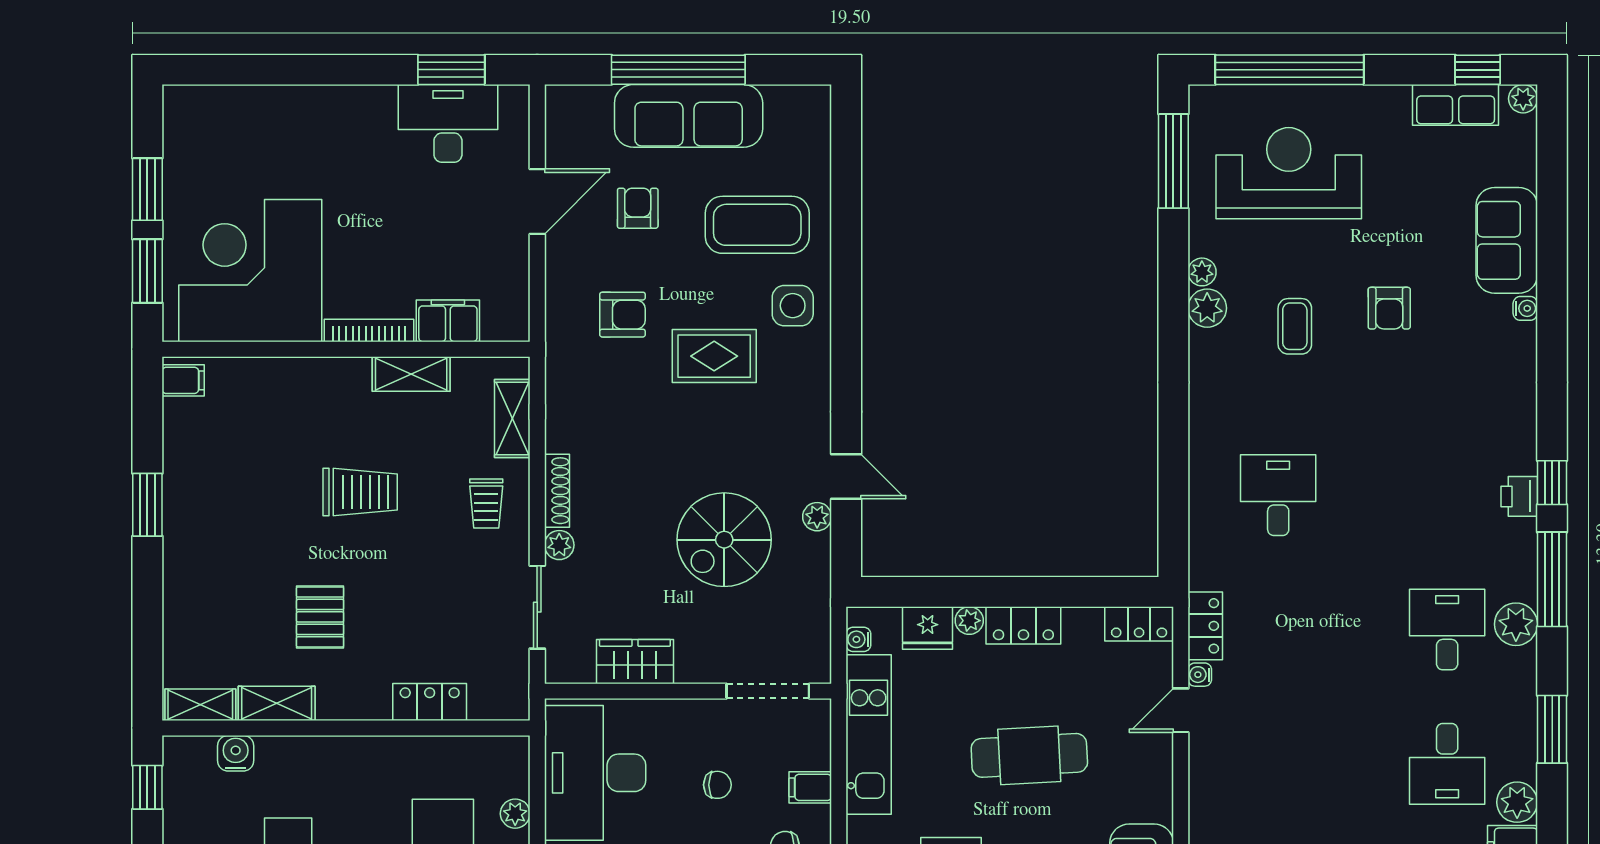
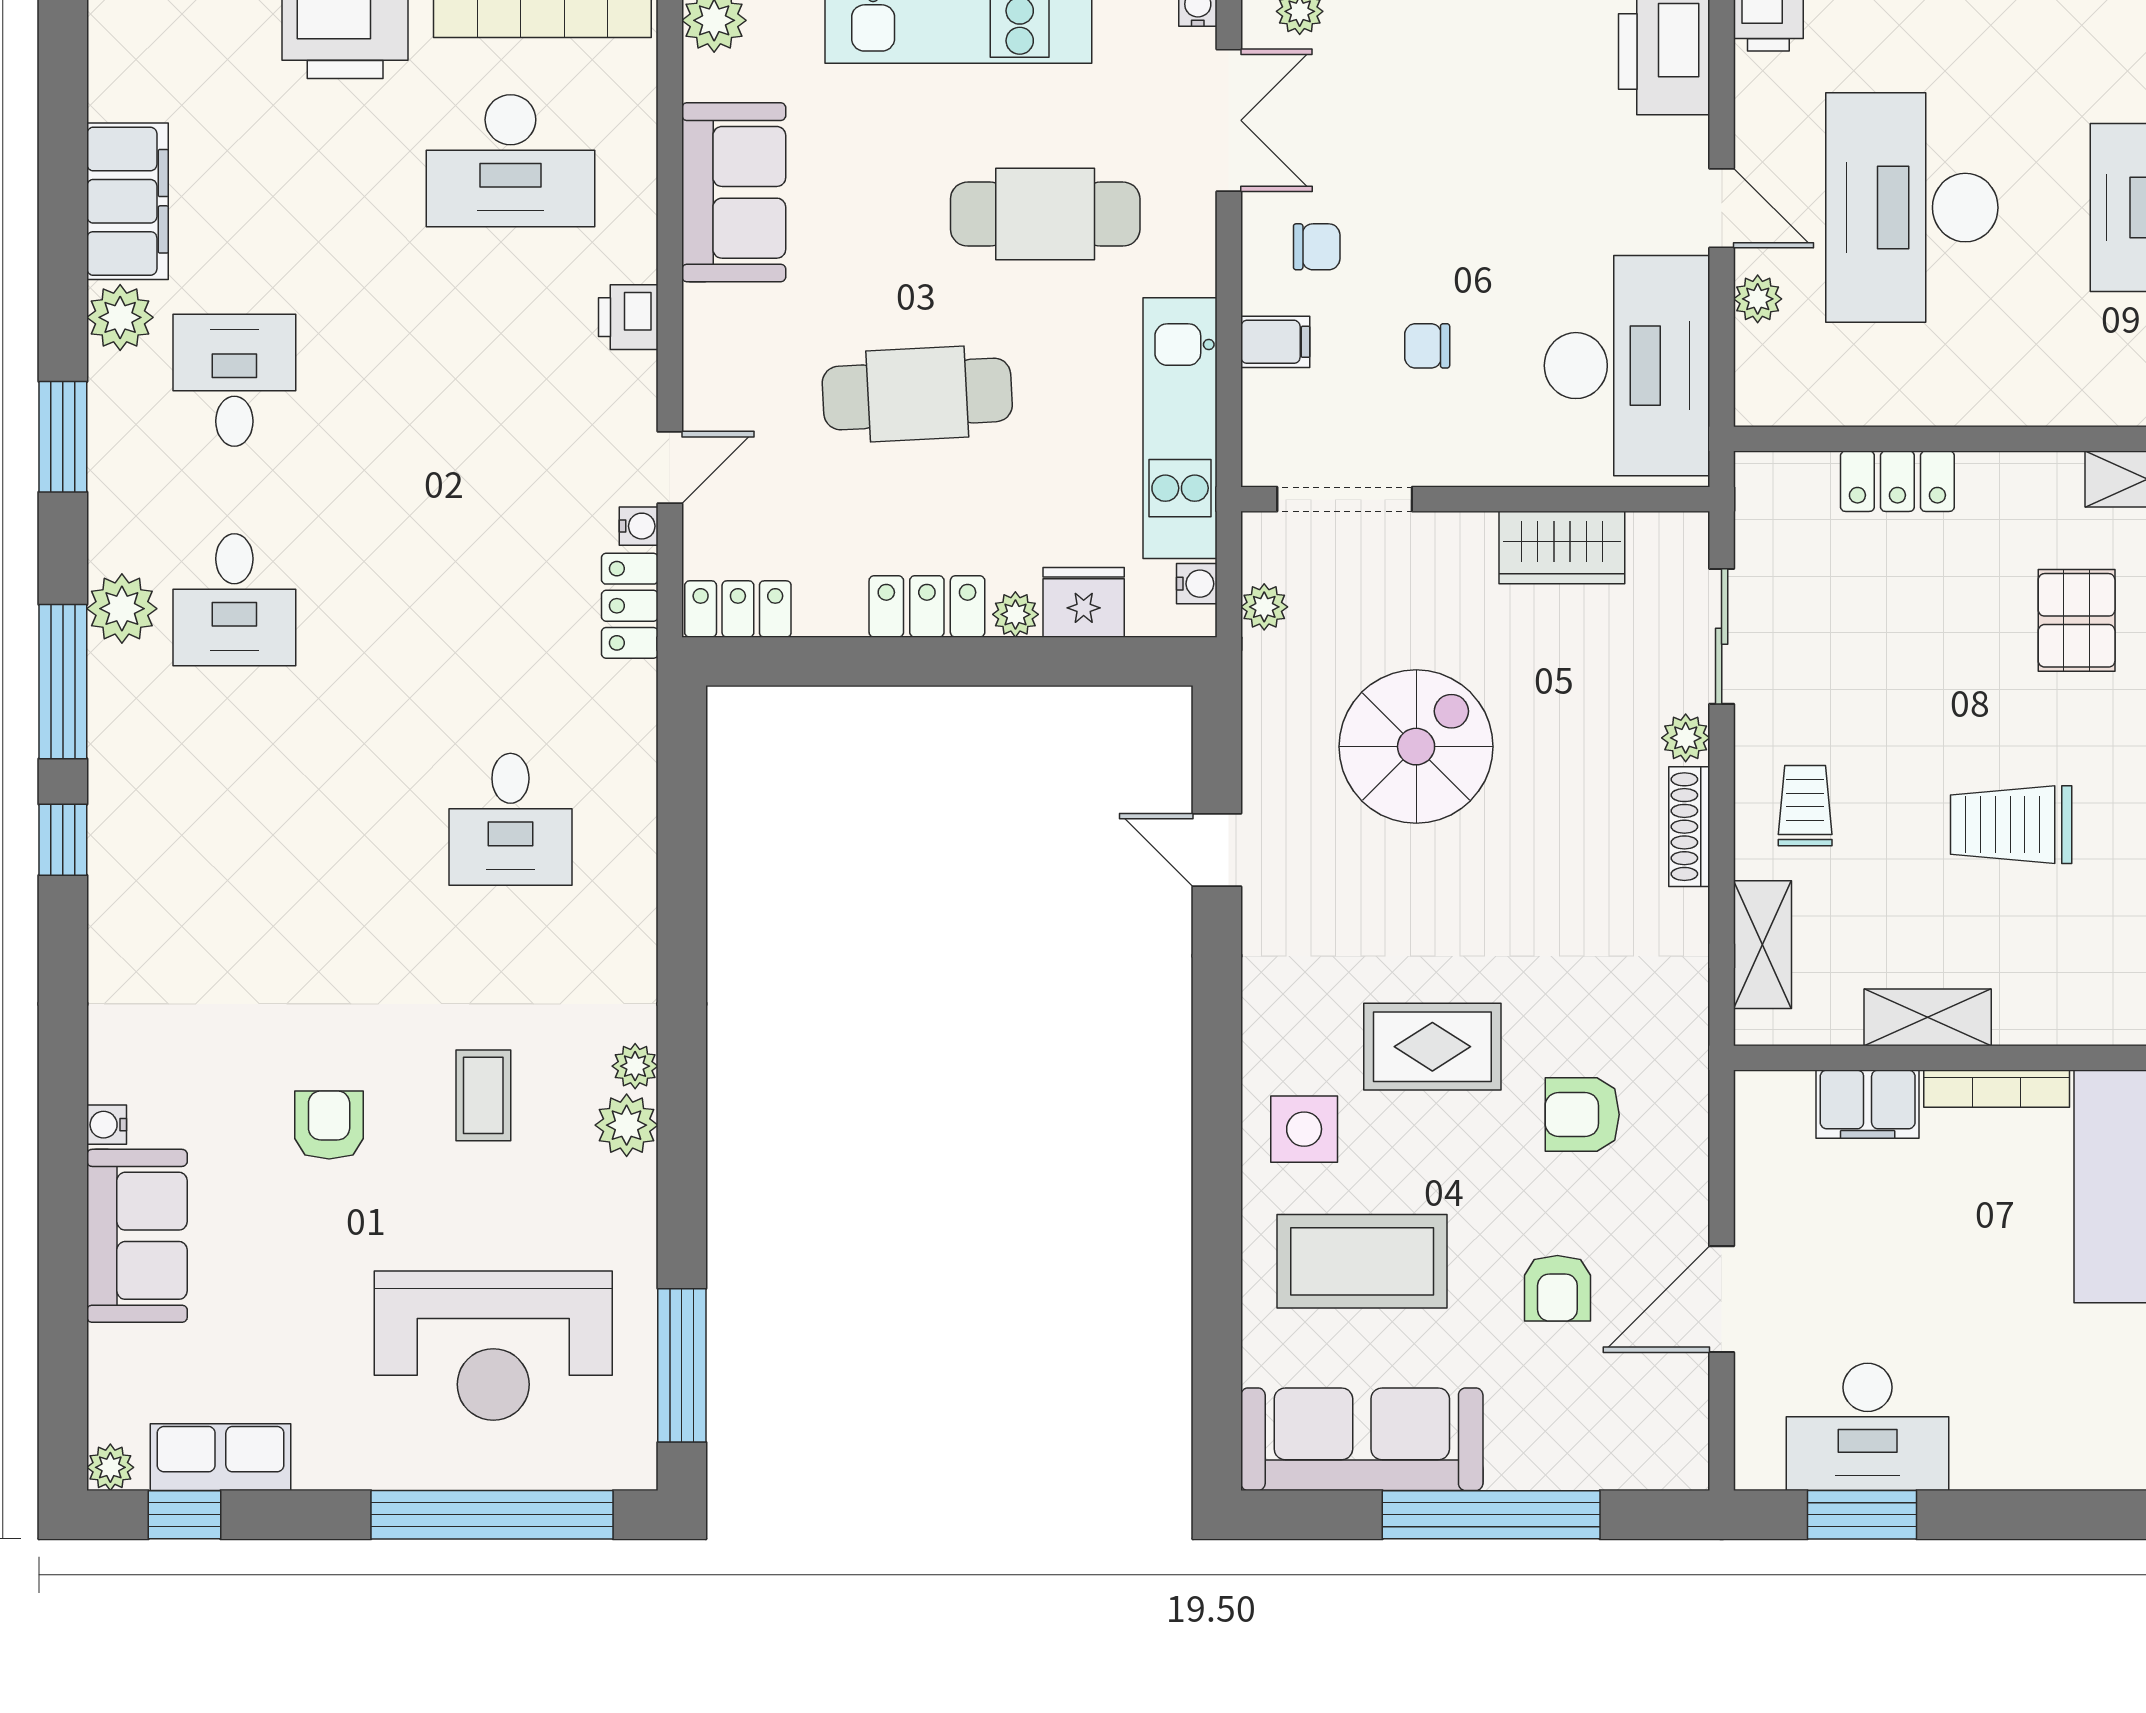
sofa: (689, 116) -> (1362, 1439), moved
plant: (1202, 272) -> (635, 1066), moved
printer: (1519, 496) -> (628, 317), moved, turned 180
plant: (817, 517) -> (1264, 607), moved

